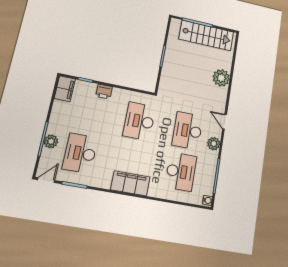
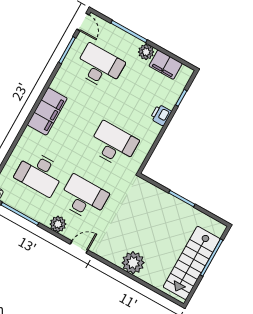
filing cabinet: (65, 89) -> (166, 65), moved
plant: (51, 141) -> (146, 52), moved

